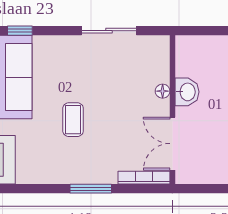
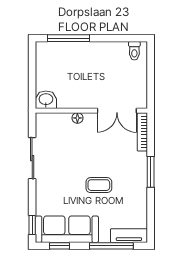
washbasin: (187, 92) -> (46, 100), moved

